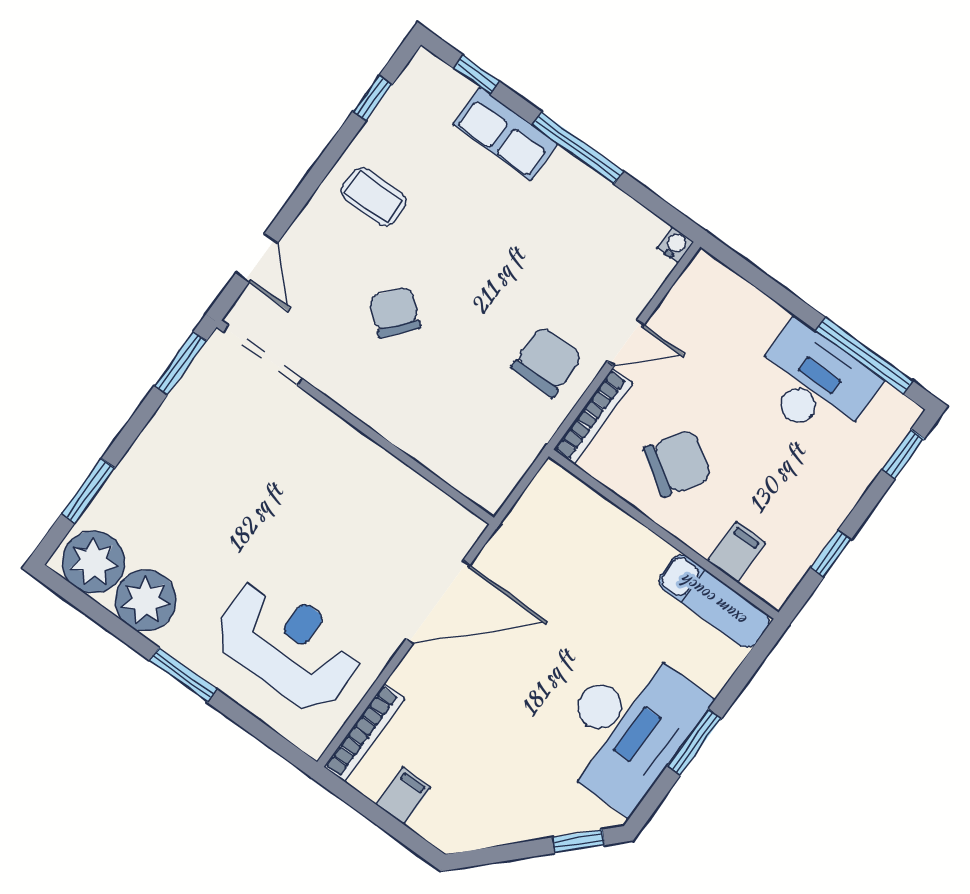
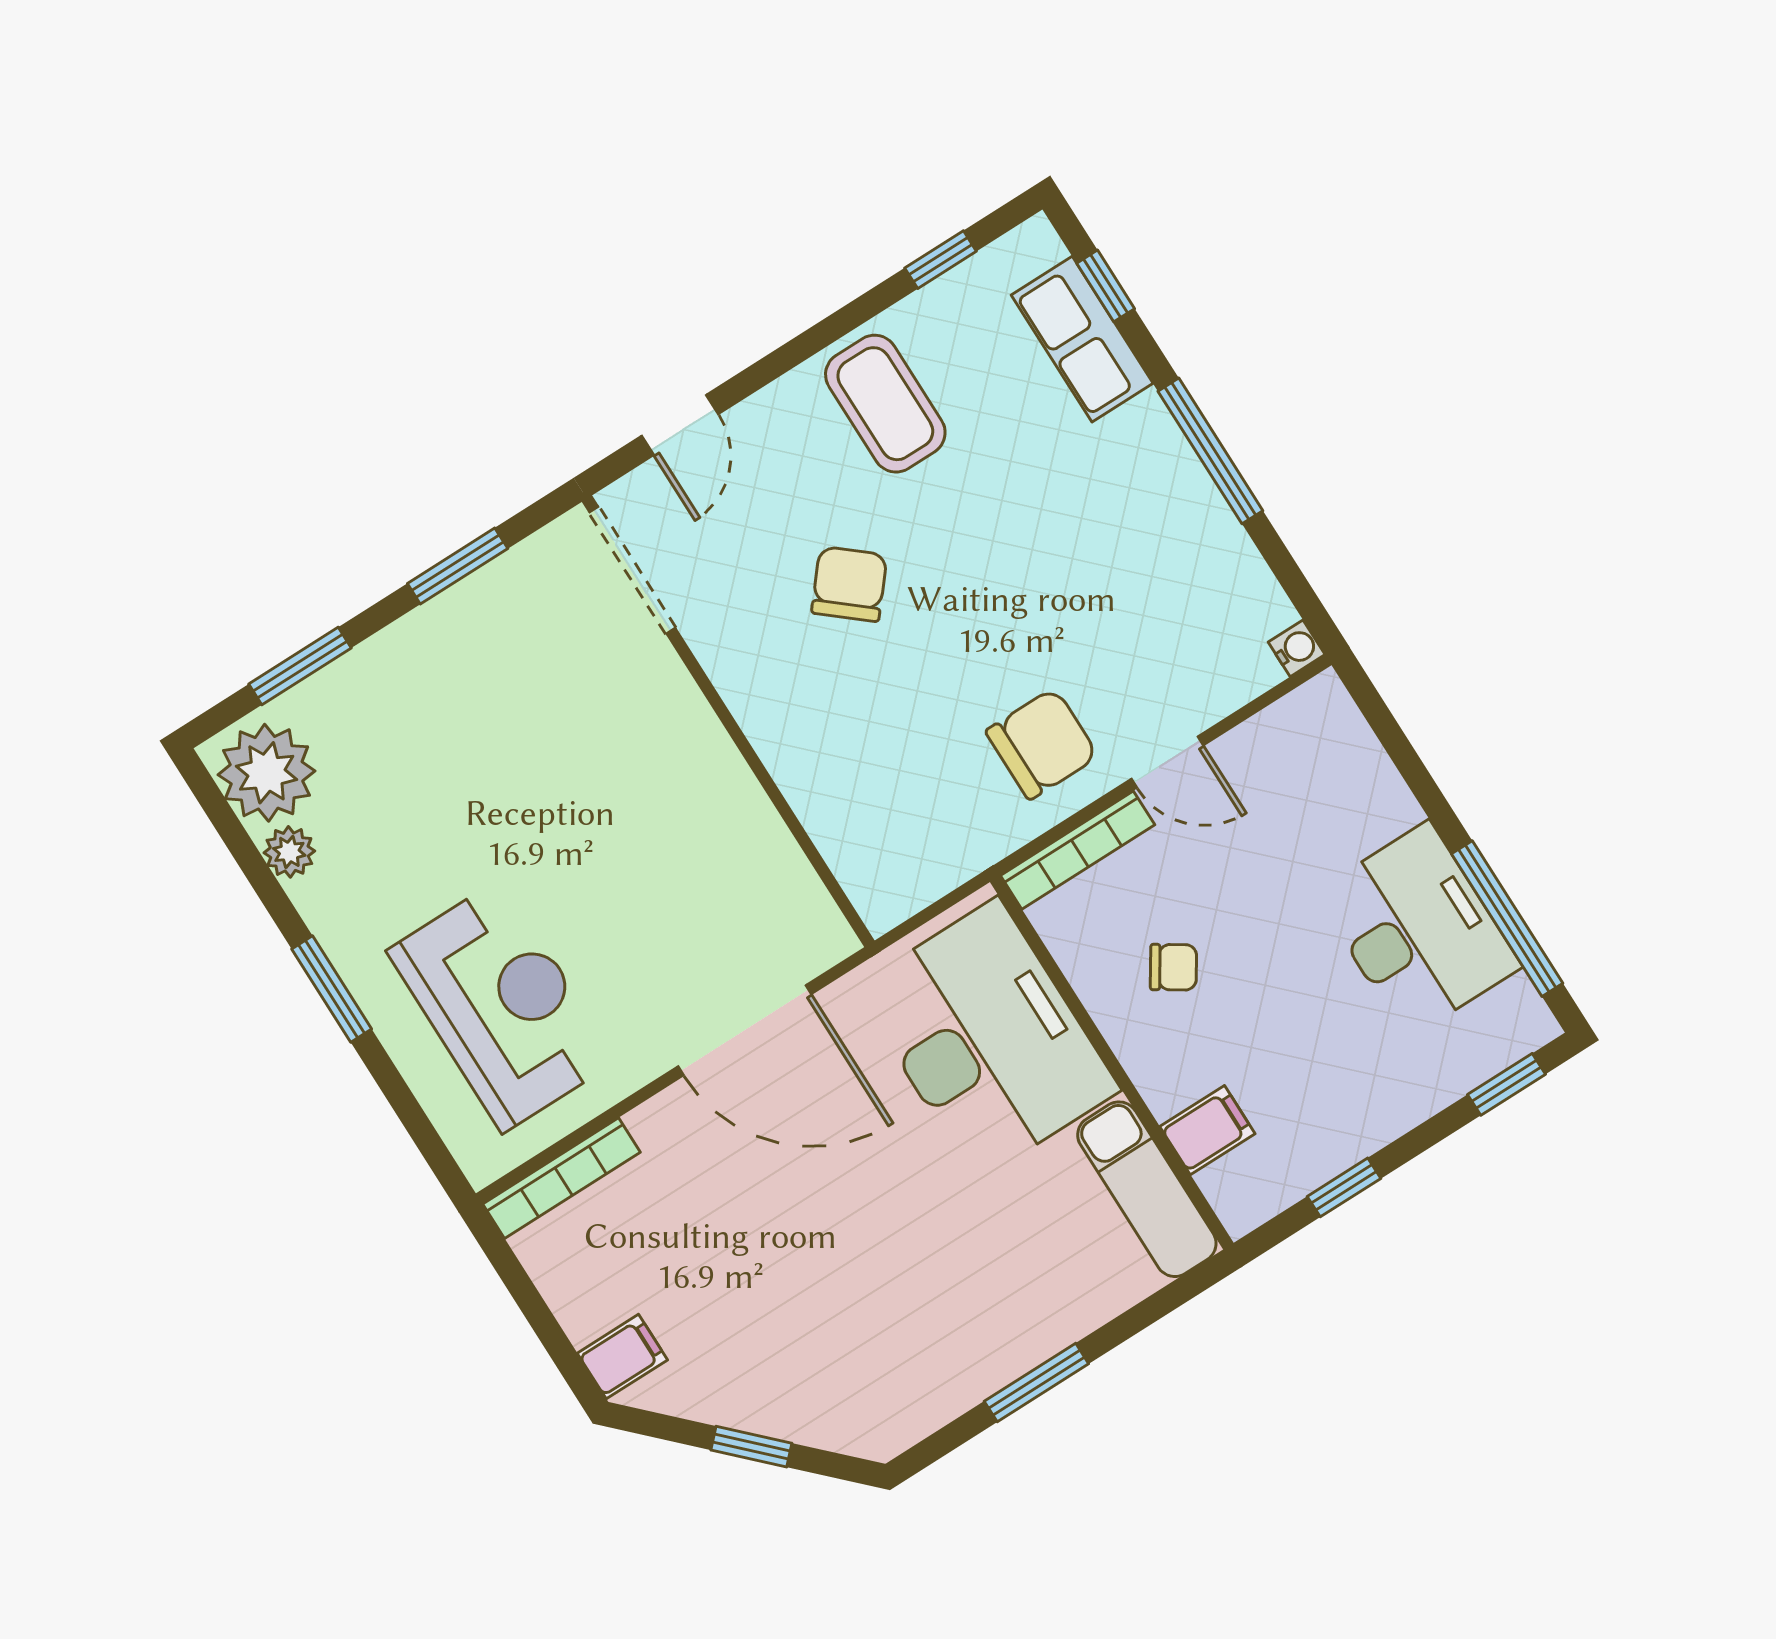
row of seats: (505, 134) -> (1082, 339), moved
coffee table: (374, 197) -> (885, 404), width x1.36, depth x1.30
window: (180, 363) -> (458, 566), moved
chair: (678, 463) -> (1173, 967), width x0.54, depth x0.54
plant: (146, 600) -> (289, 852), width x0.53, depth x0.53
desk: (627, 727) -> (987, 1039), moved, turned -90
filing cabinet: (403, 796) -> (622, 1357), moved
window: (579, 841) -> (751, 1447), moved

